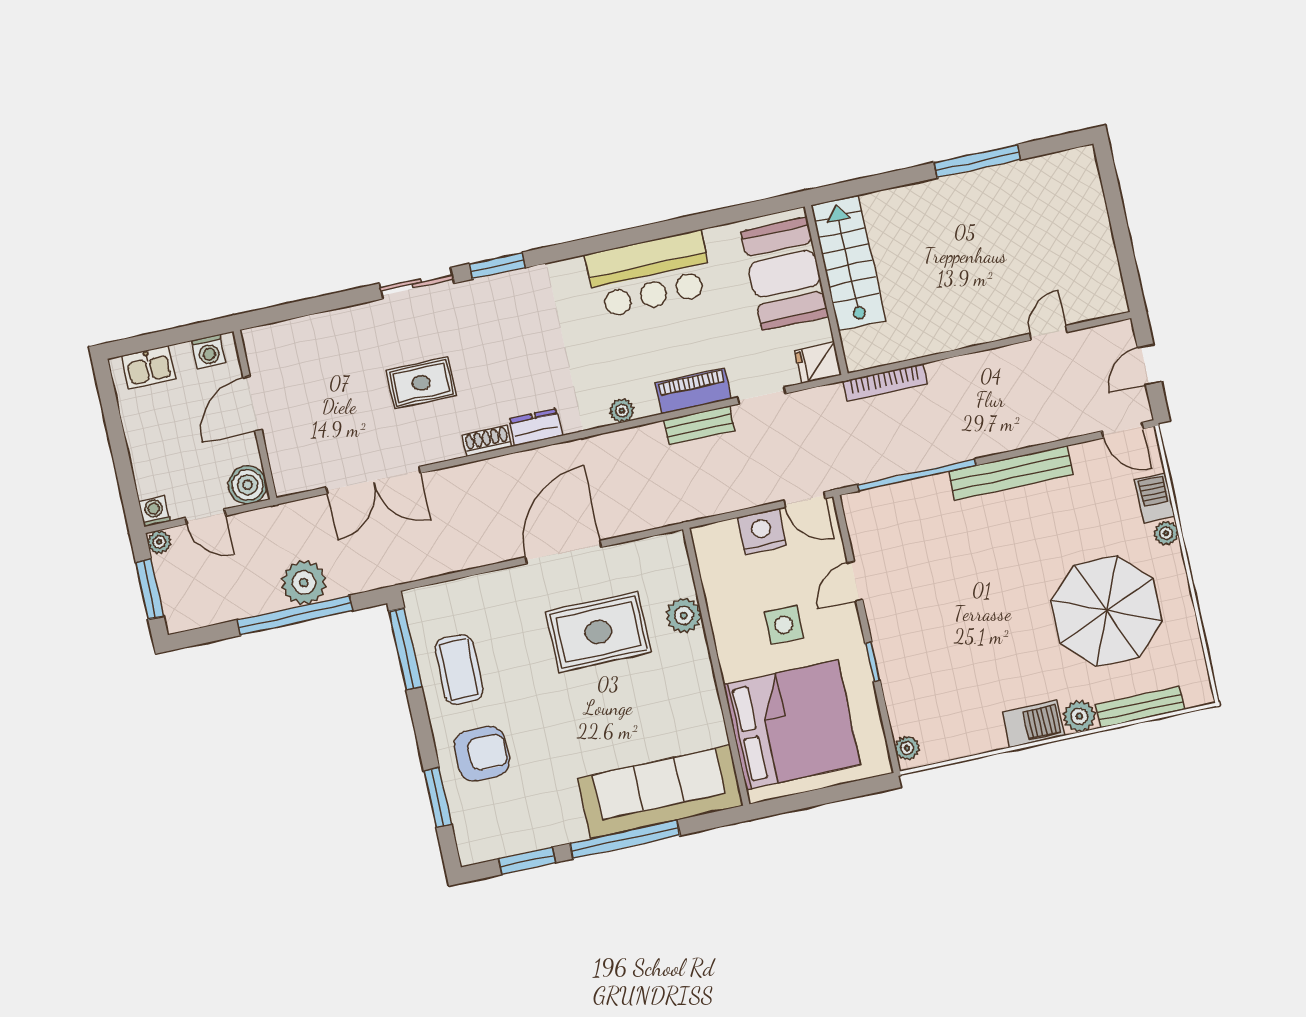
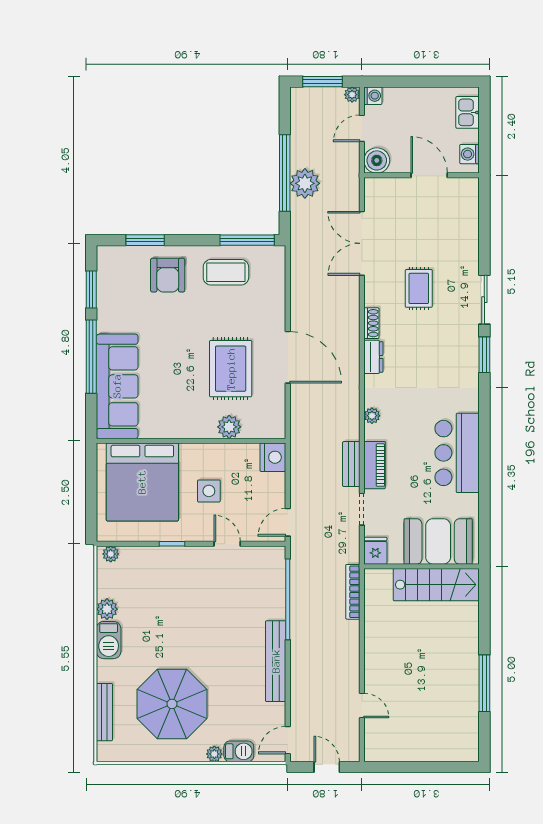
nightstand: (762, 532) -> (273, 457), moved
plant: (1079, 716) -> (107, 609), moved

